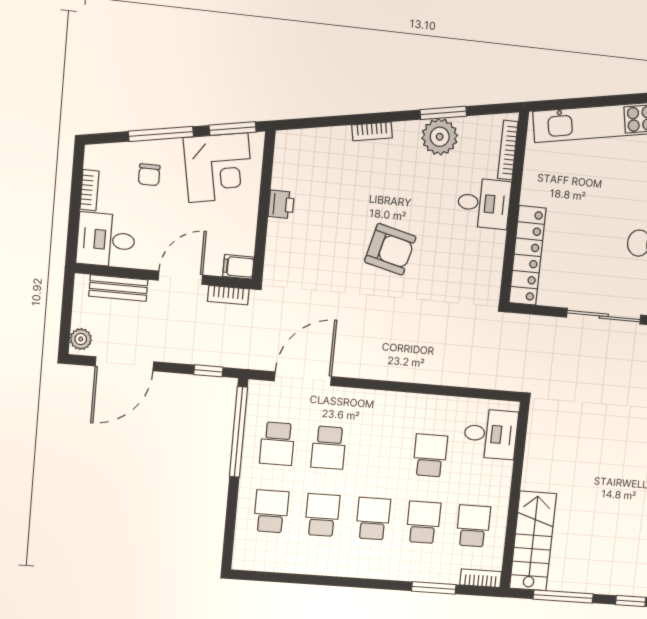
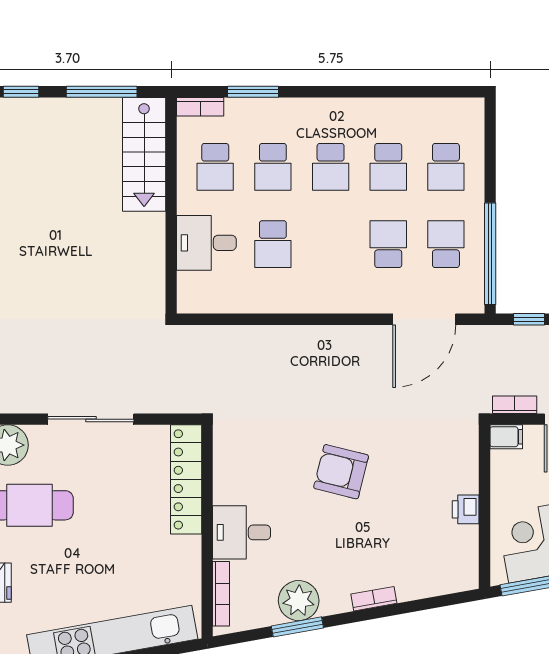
desk: (491, 434) -> (206, 243), moved

